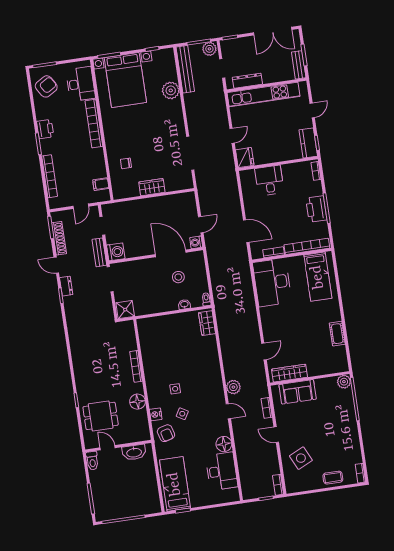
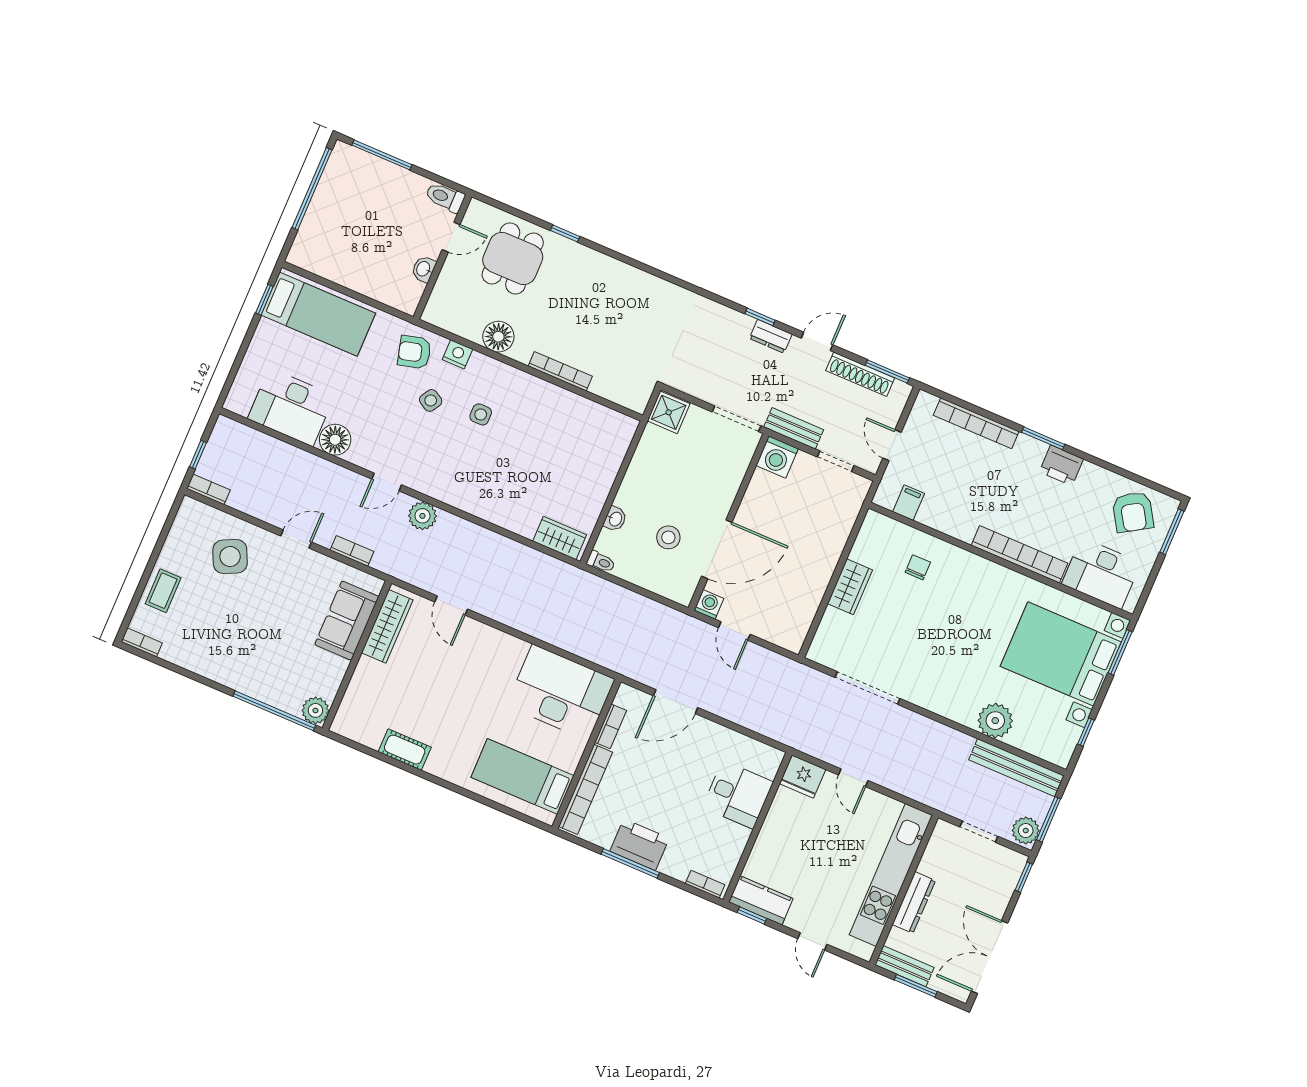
dresser: (247, 81) -> (914, 903), moved
washbasin: (134, 452) -> (424, 269), width x0.52, depth x0.69

